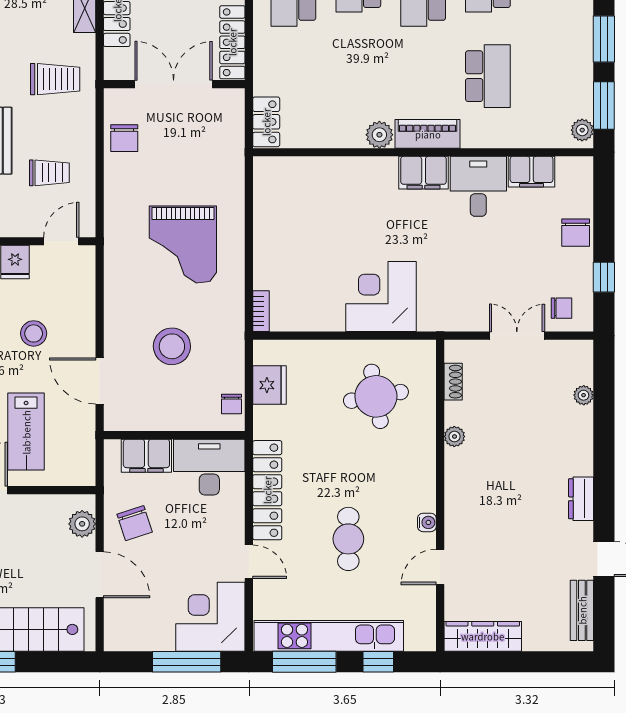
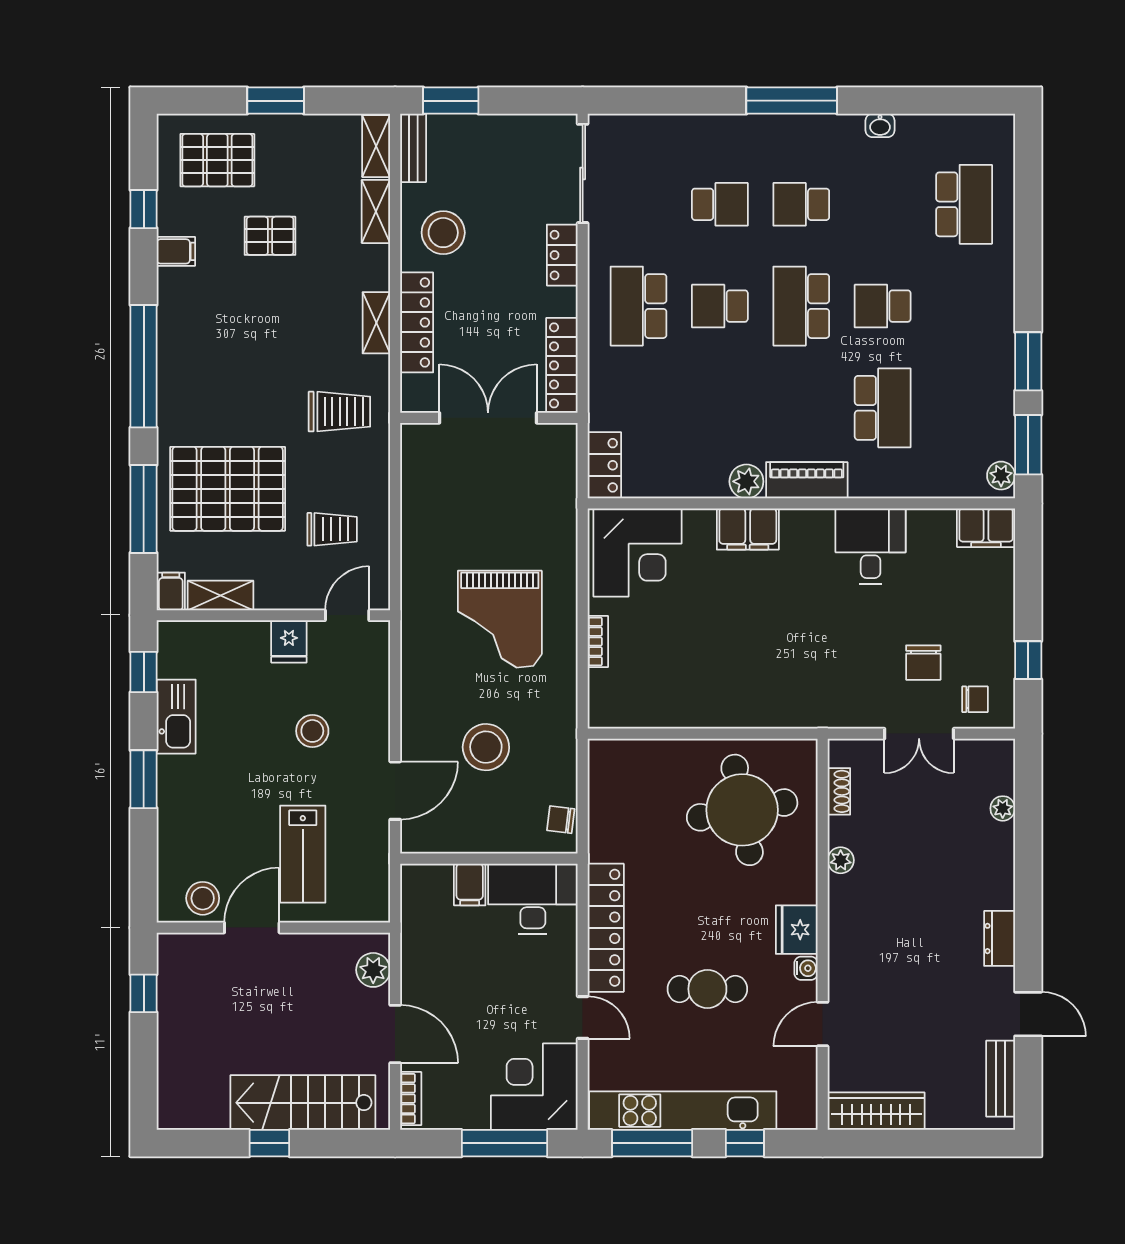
chair: (124, 138) -> (426, 486), removed
filing cabinet: (532, 172) -> (986, 528), moved
filing cabinet: (424, 173) -> (748, 529), moved
chair: (576, 233) -> (923, 663), moved
corner desk: (381, 297) -> (637, 552), moved, turned 180
bookcase: (261, 311) -> (598, 641), moved
double door: (517, 336) -> (919, 734), swing flipped
door: (100, 381) -> (395, 791), swing flipped
fridge: (269, 385) -> (797, 930), moved, turned 180
round table: (376, 396) -> (742, 810), width x1.36, depth x1.36
chair: (232, 404) -> (561, 820), turned 97
filing cabinet: (146, 456) -> (470, 884), width x0.50
chair: (135, 523) -> (439, 969), removed
cafe table: (348, 539) -> (707, 989), turned 90
bookcase: (112, 626) -> (411, 1099), added

